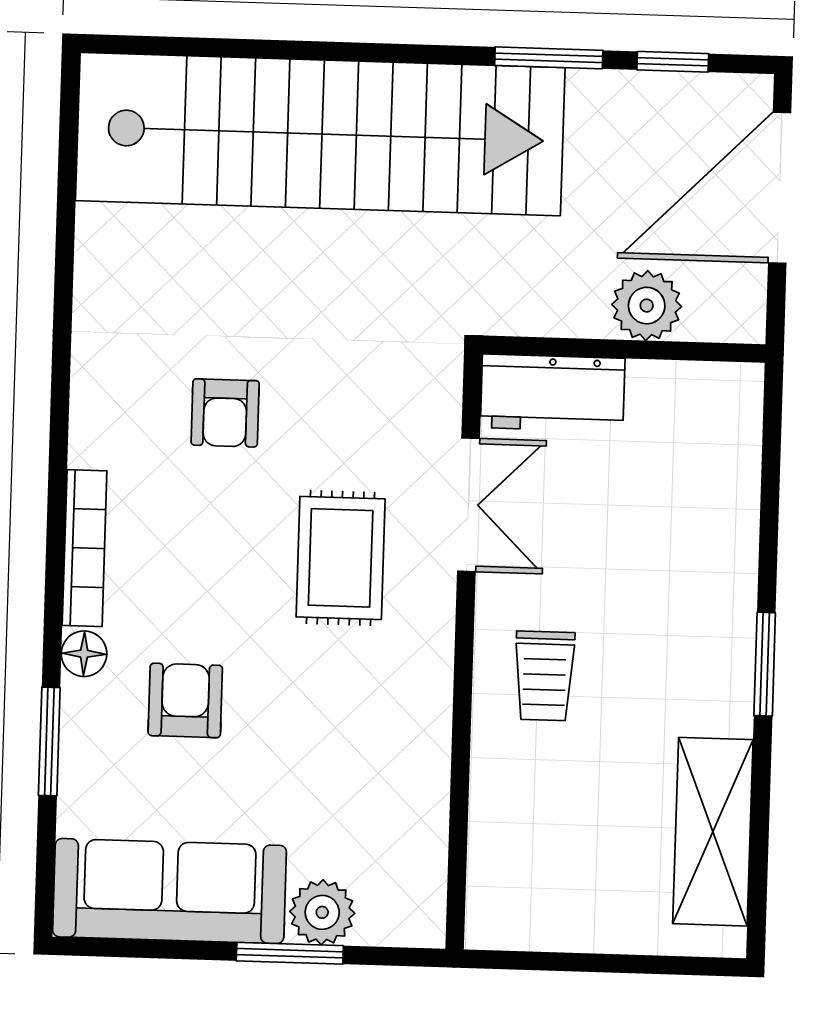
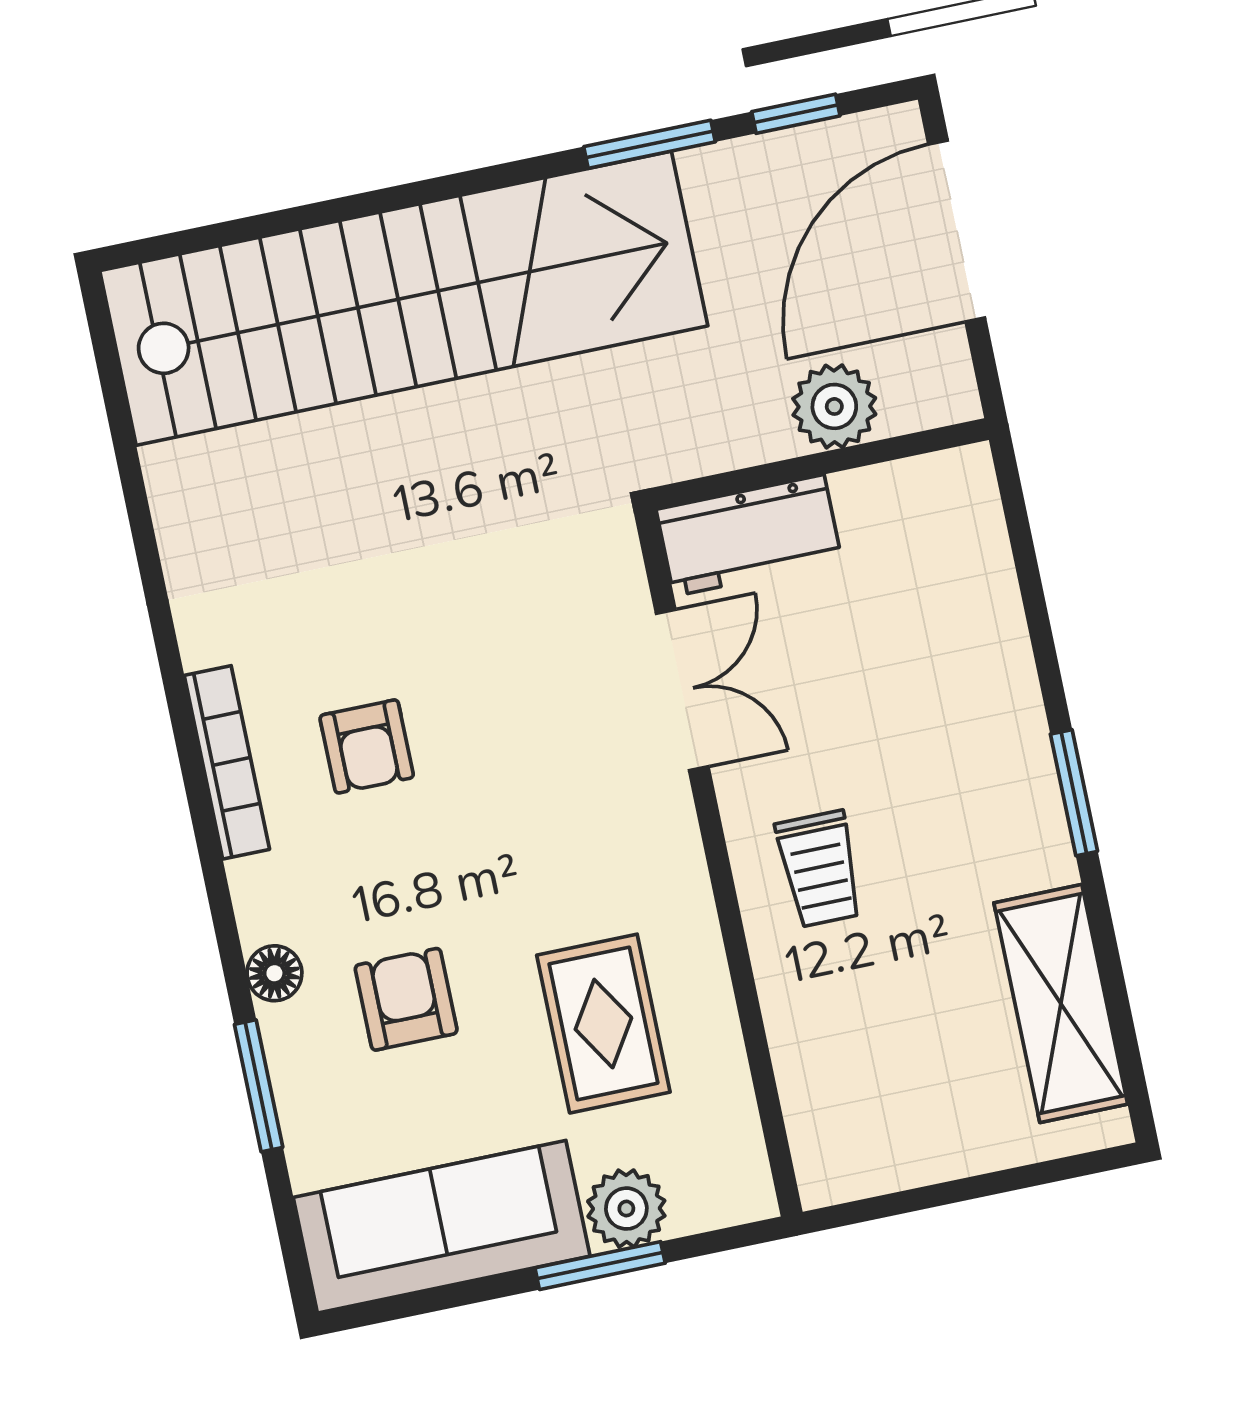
armchair: (225, 413) -> (367, 746), moved
bookcase: (85, 548) -> (227, 762), moved
rug: (341, 558) -> (603, 1024), moved

